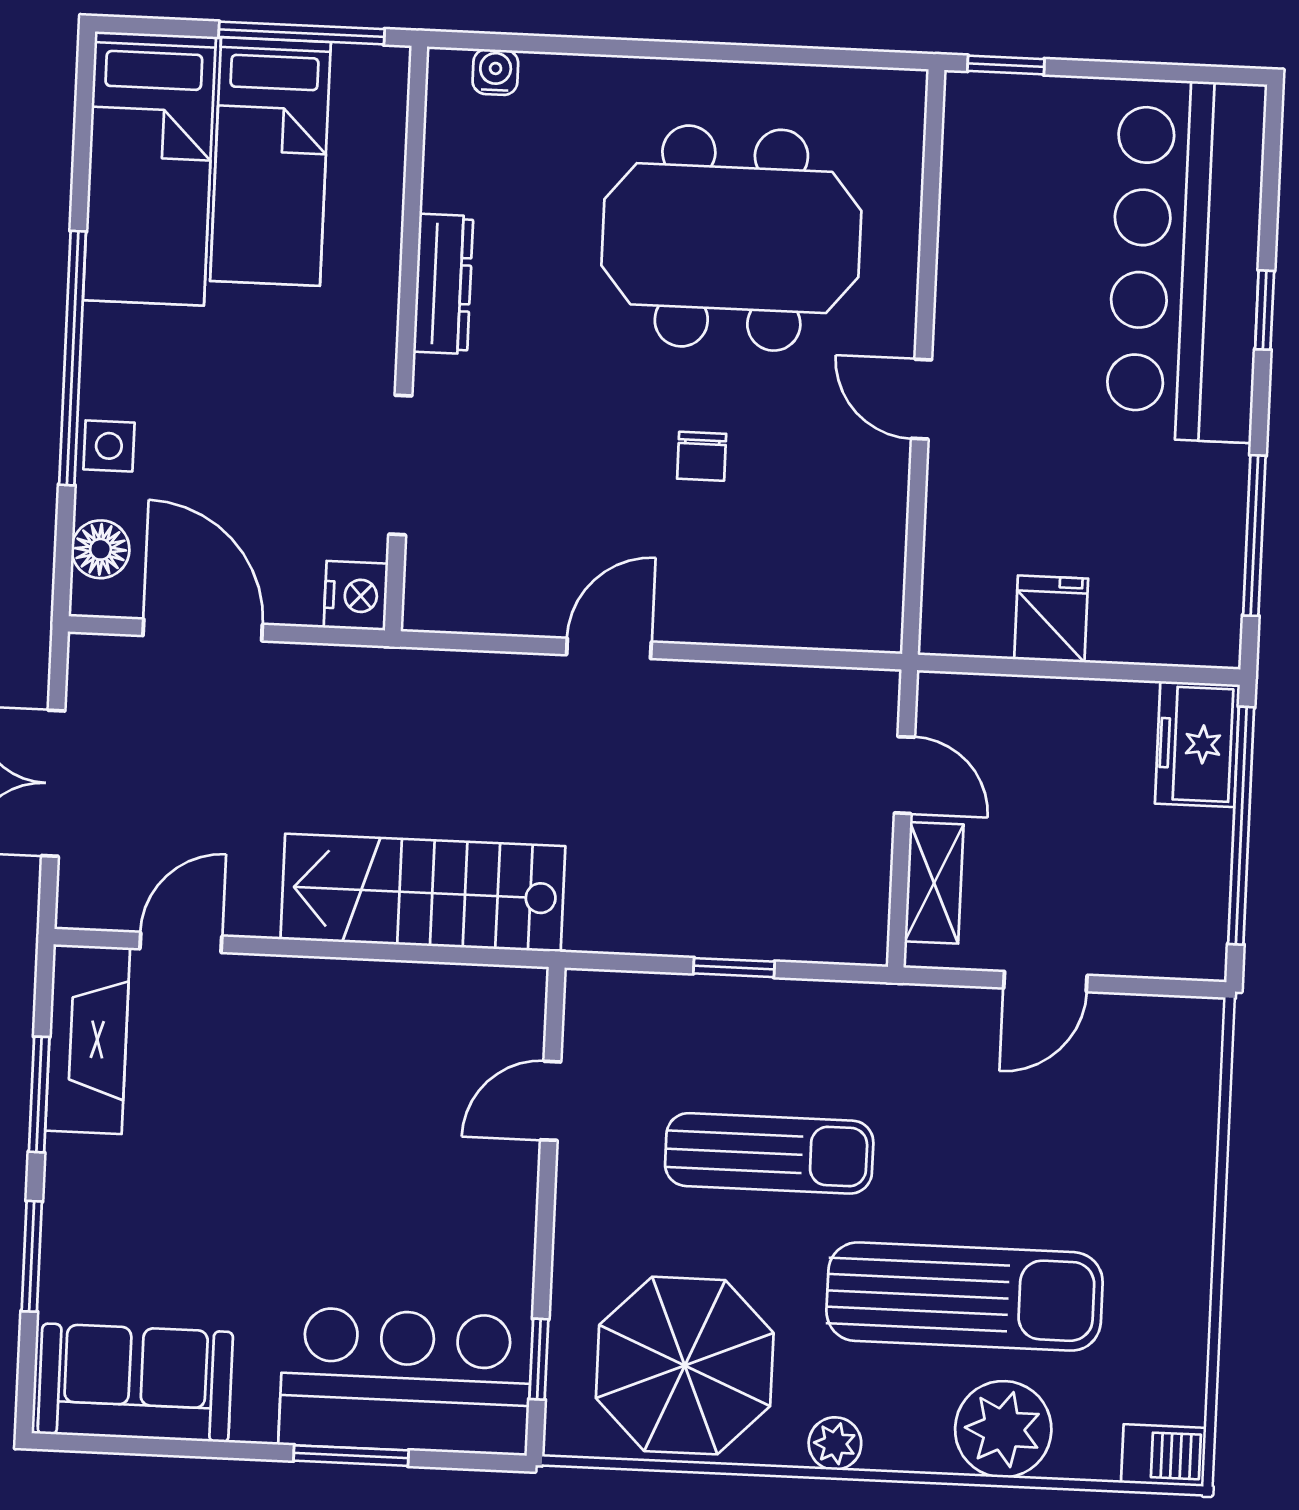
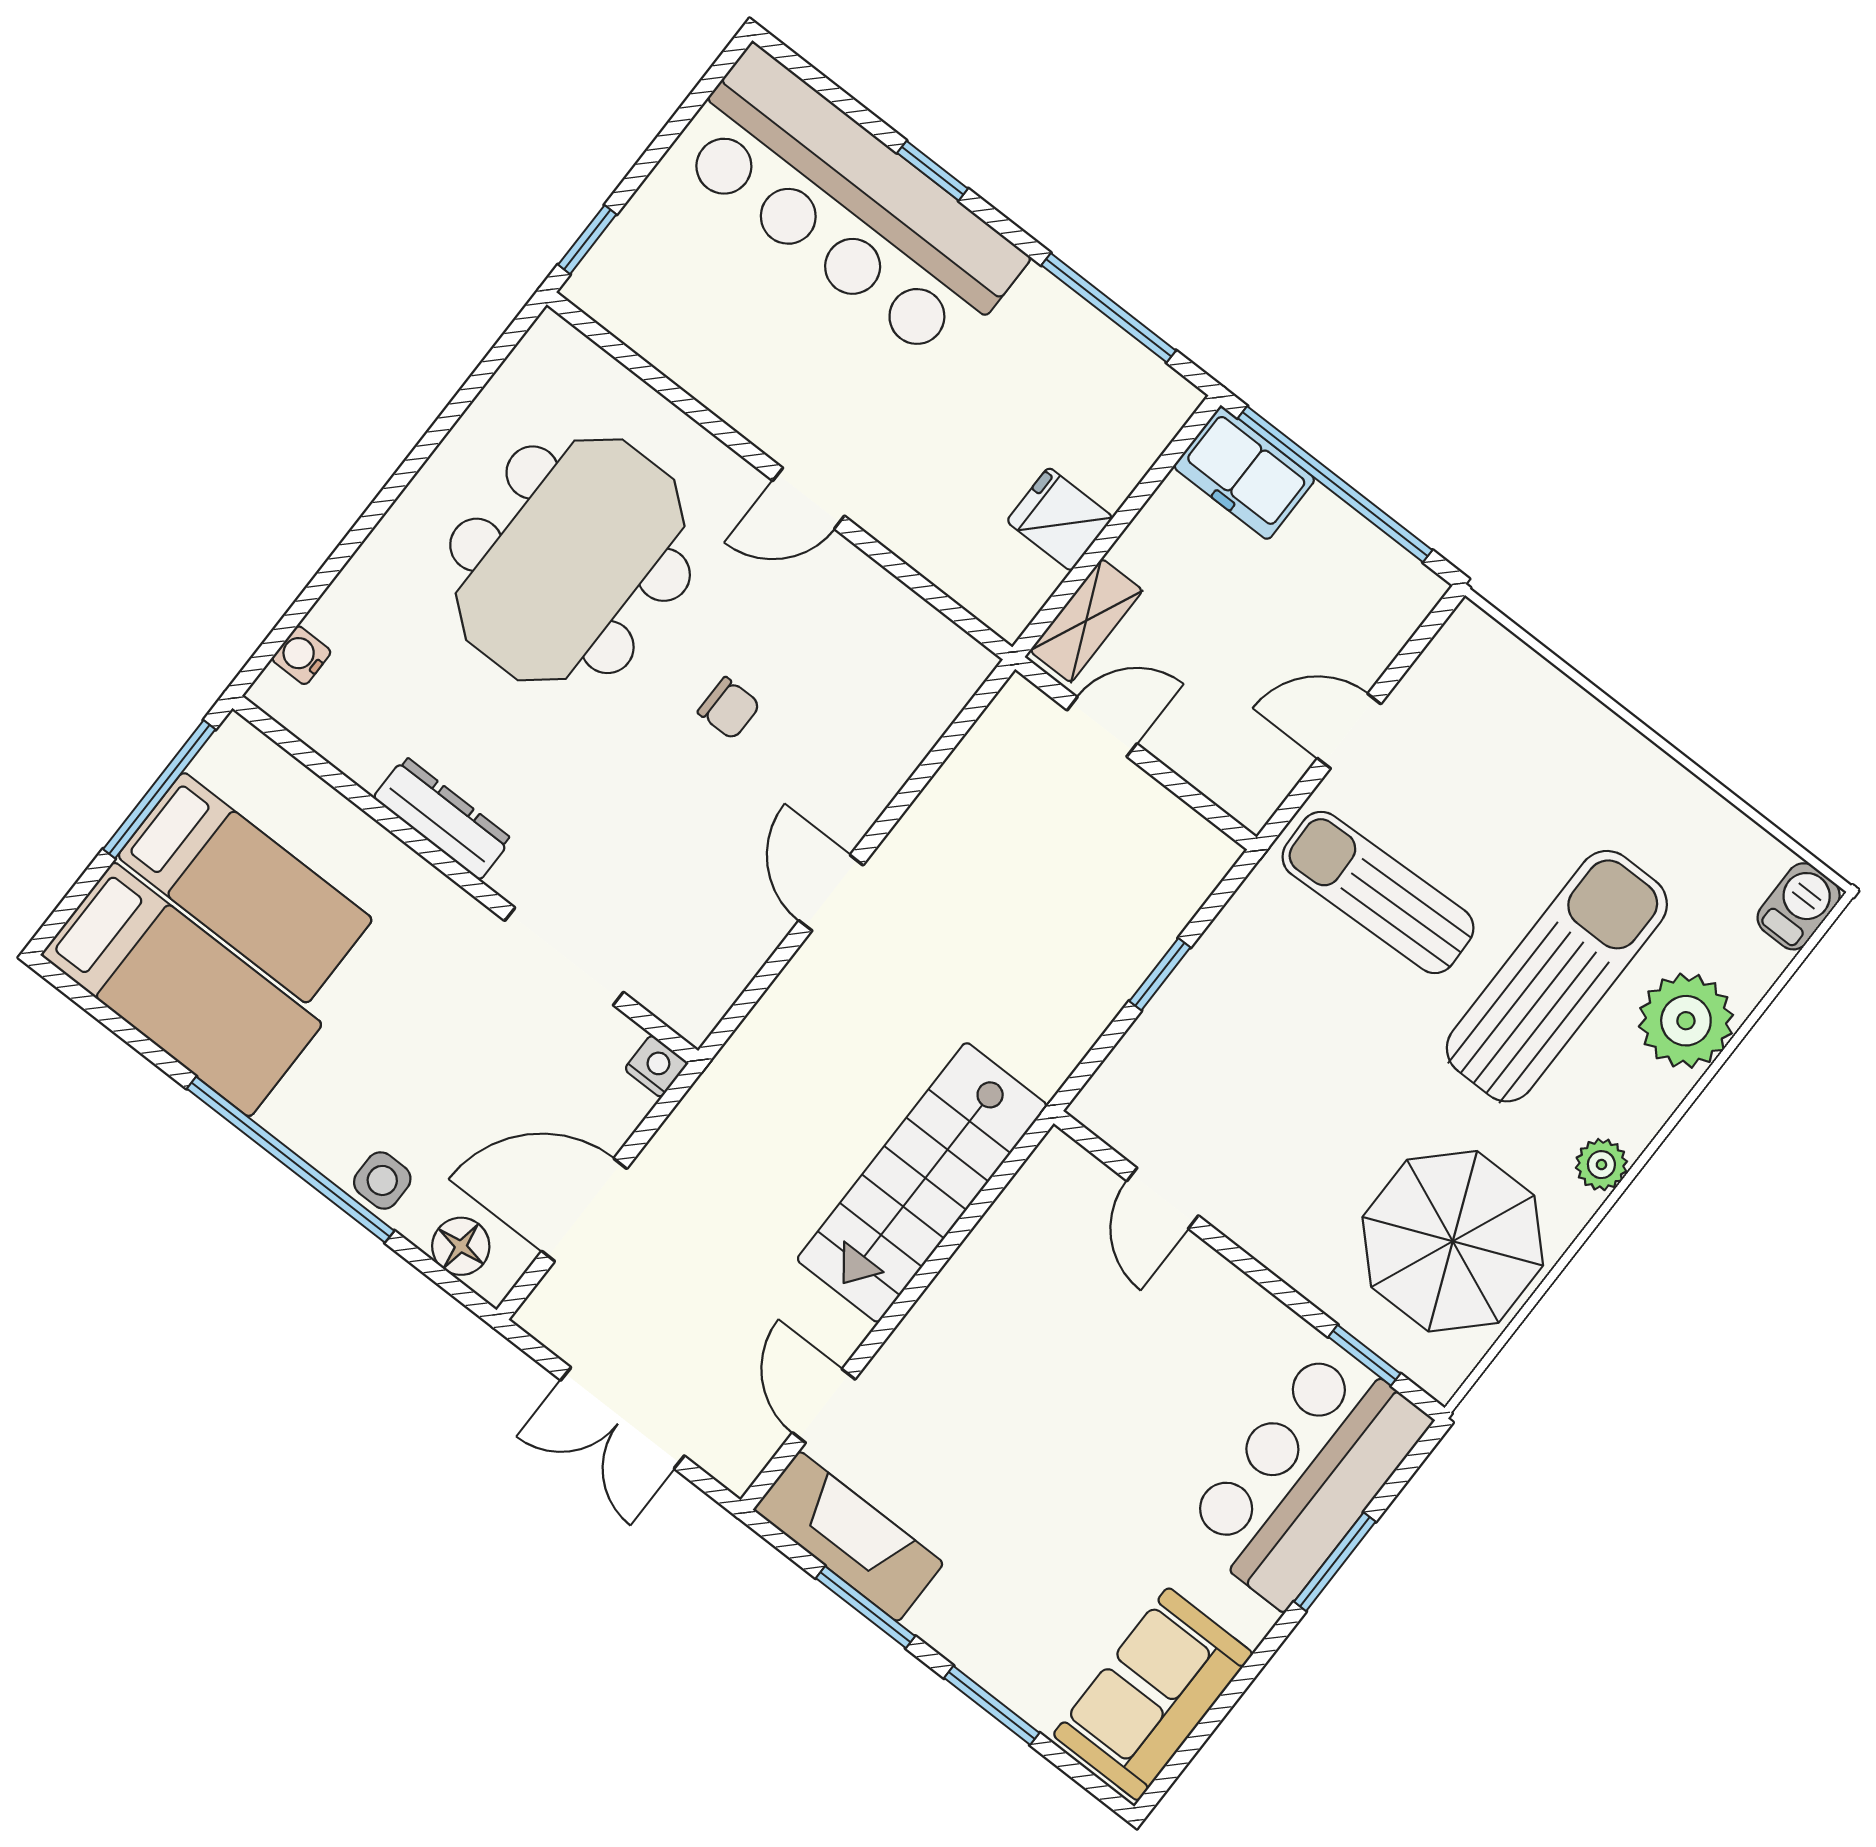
nightstand: (356, 596) -> (656, 1066), width x0.72, depth x0.74
shelving: (934, 883) -> (1086, 621), moved, turned 90
door: (1045, 982) -> (1349, 731), swing flipped
sun lounger: (769, 1153) -> (1378, 892), moved, turned -92

